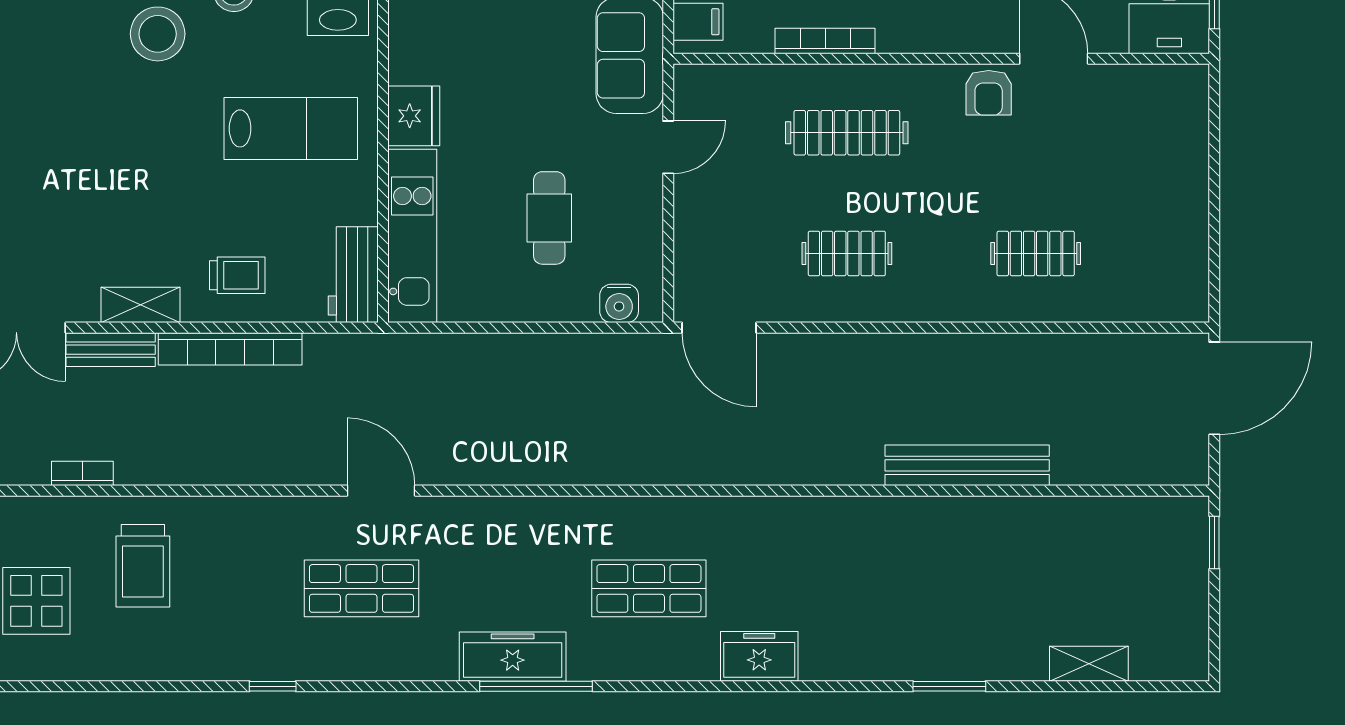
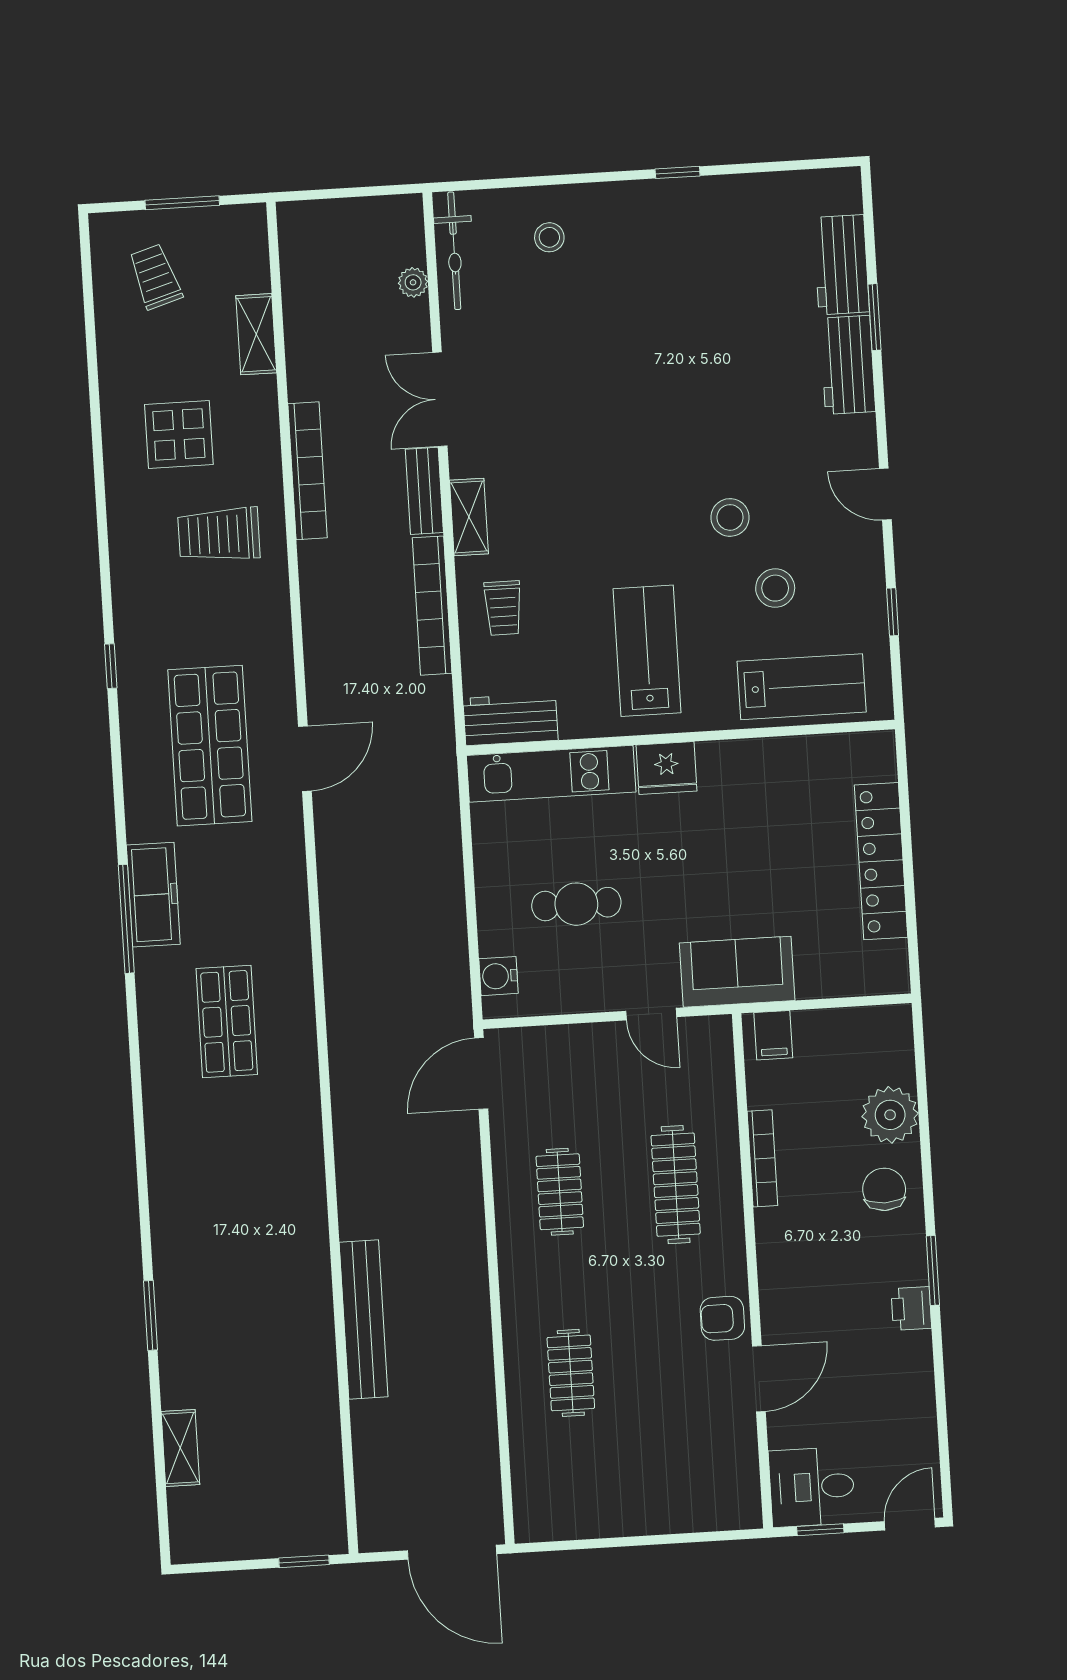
stool: (158, 34) -> (730, 517), width x0.73, depth x0.73
lab bench: (291, 128) -> (647, 651), turned 180
bookcase: (82, 473) -> (307, 471), width x2.31, depth x1.31
shop shelf: (361, 588) -> (210, 746), width x1.43, depth x1.36
freezer: (759, 656) -> (168, 1131), removed

